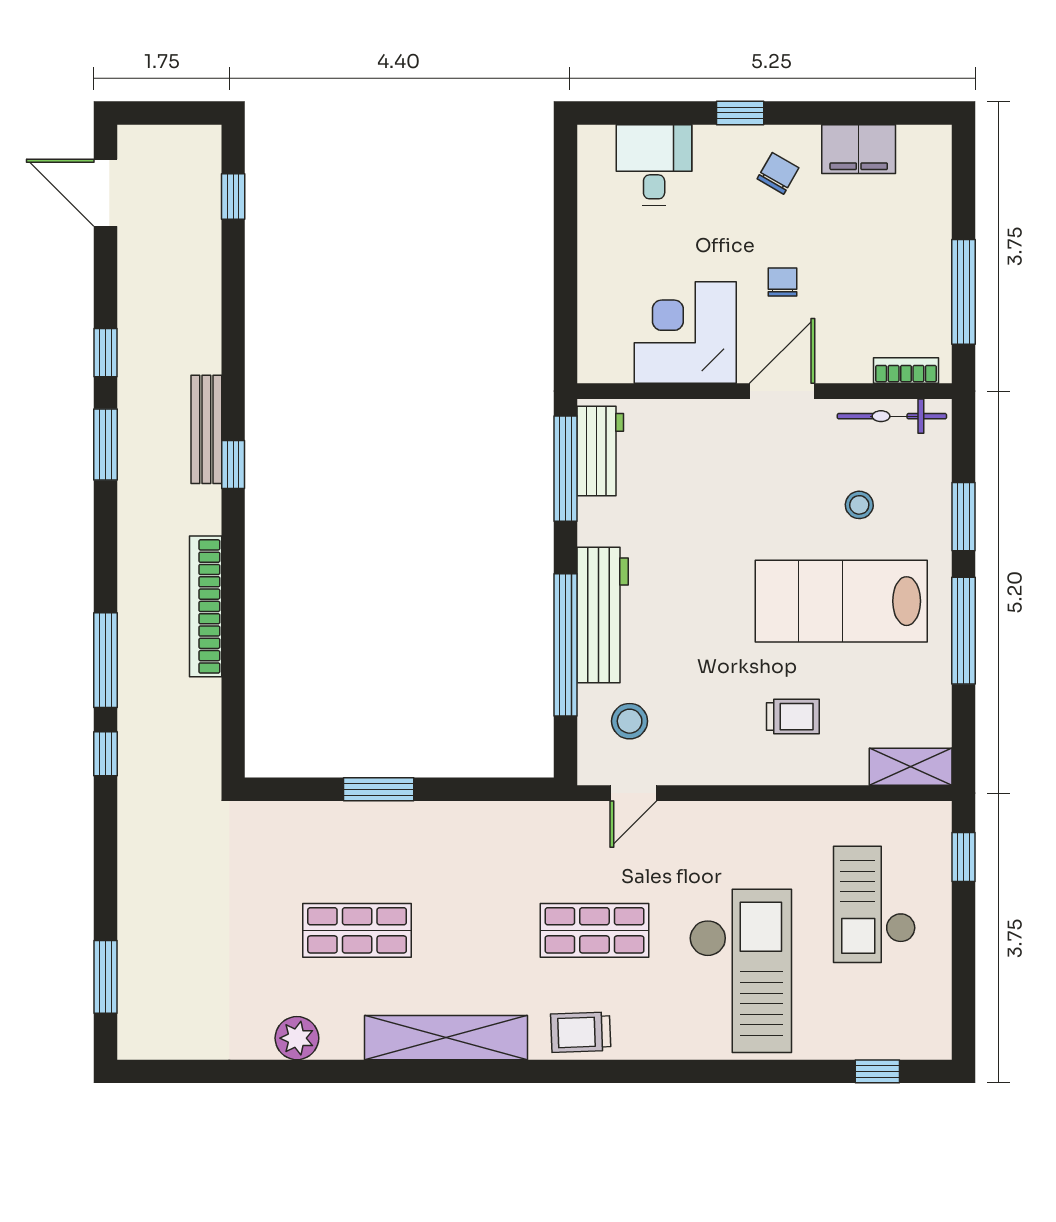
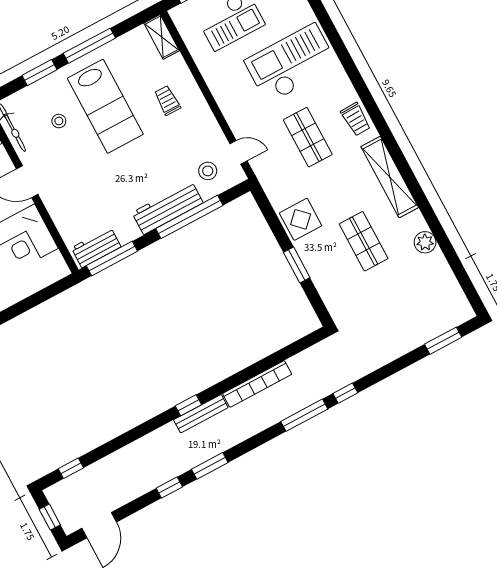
window: (167, 113) -> (50, 517), added
bench: (206, 429) -> (201, 414), moved
display table: (456, 840) -> (301, 219), added

